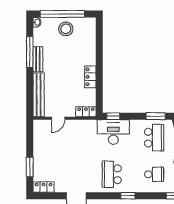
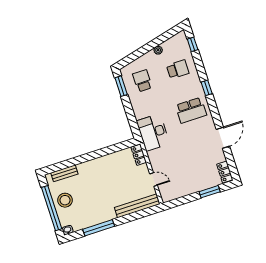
bench: (38, 59) -> (64, 173), moved
locker: (90, 77) -> (104, 161), removed
window: (113, 116) -> (134, 127), removed
desk: (113, 132) -> (153, 132), moved
school desk: (154, 138) -> (142, 81), width x0.54
school desk: (154, 174) -> (178, 69), turned 90

